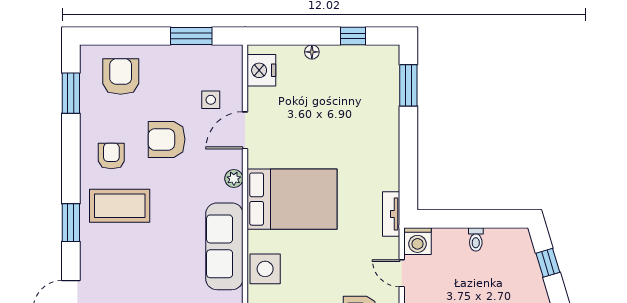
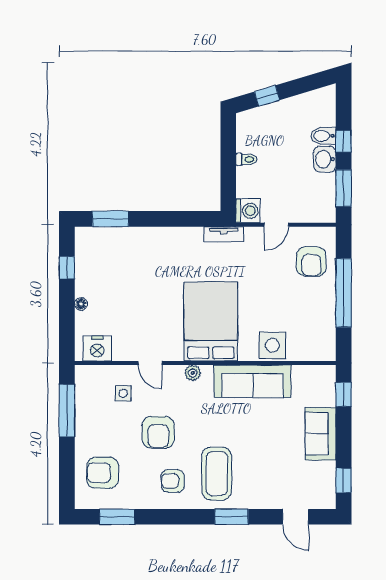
window: (191, 36) -> (67, 411), width x1.44
door: (245, 130) -> (150, 363), width x0.73

